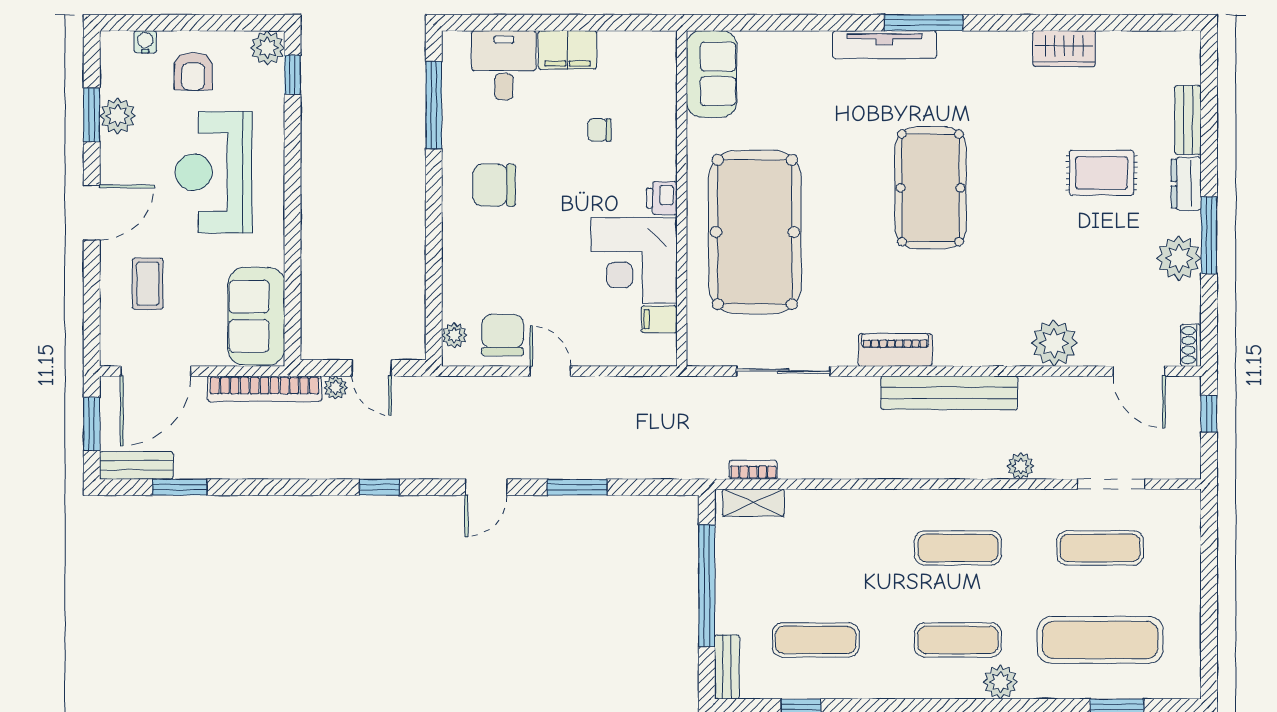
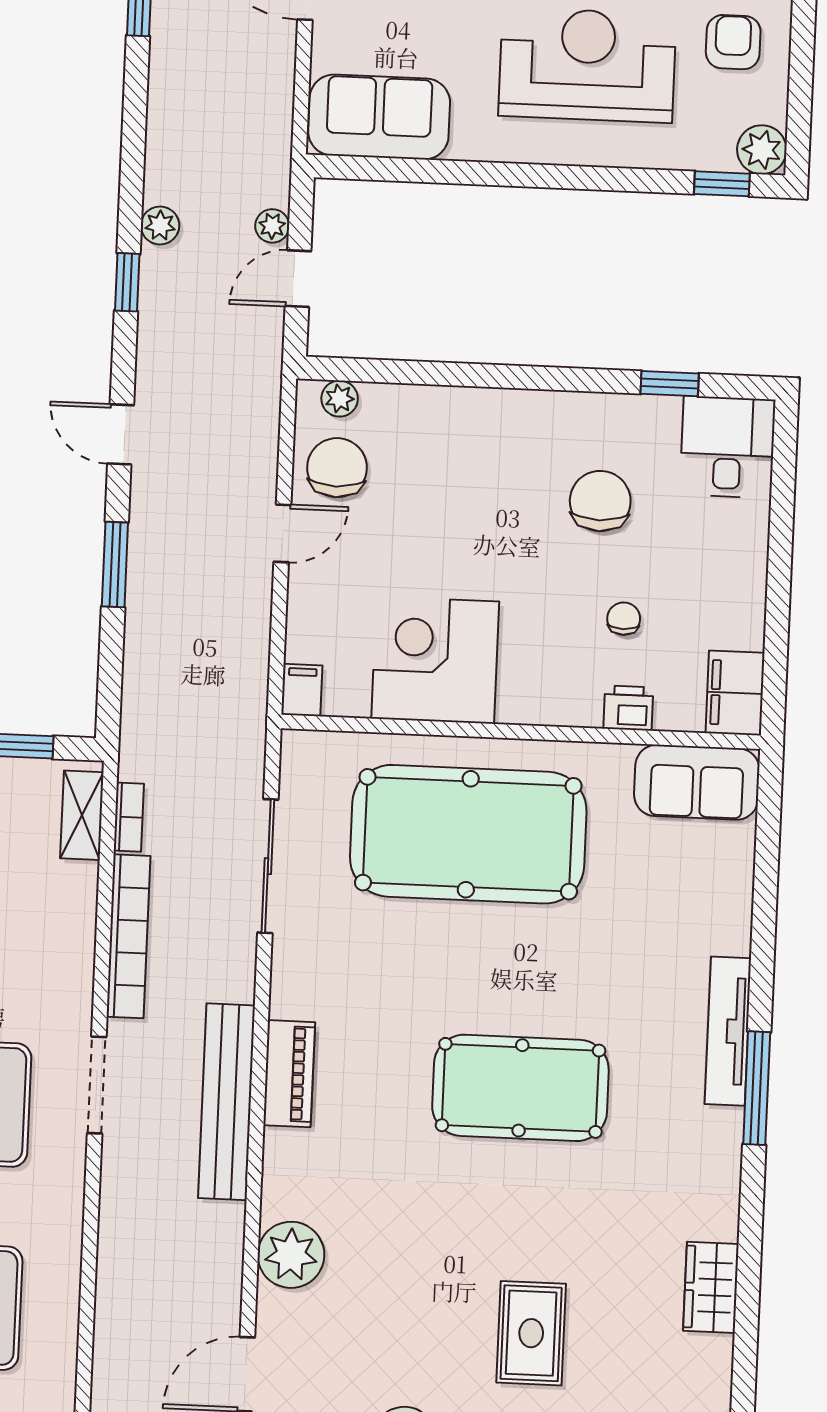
filing cabinet: (567, 50) -> (735, 693), moved
desk: (504, 65) -> (728, 447), moved, turned -90
armchair: (193, 71) -> (733, 42), turned 90
window: (434, 105) -> (670, 384), width x0.46
chair: (494, 185) -> (600, 501), moved
printer: (662, 198) -> (628, 708), moved
filing cabinet: (659, 319) -> (302, 690), moved
chair: (503, 335) -> (337, 468), turned -90
piano: (895, 350) -> (289, 1074), moved
bookcase: (264, 389) -> (128, 936), moved, turned 180
plant: (1021, 466) -> (160, 225), moved
doorway: (1111, 484) -> (97, 1085), moved

